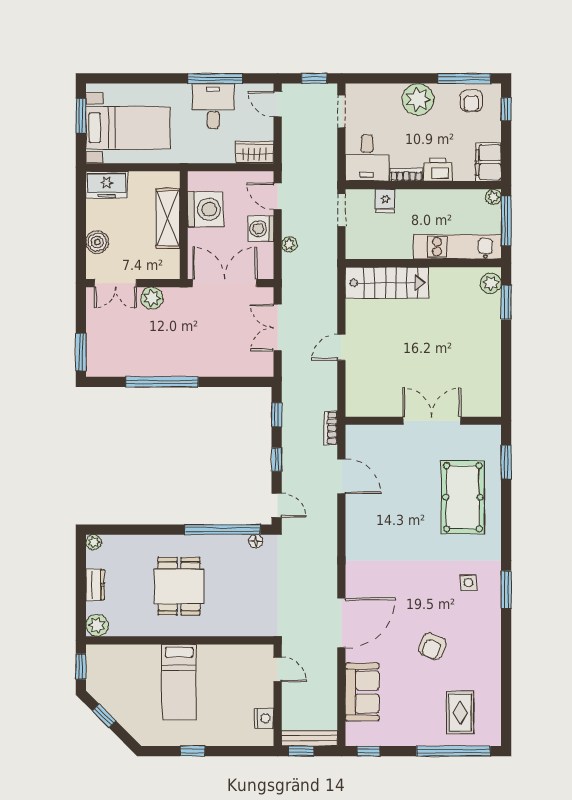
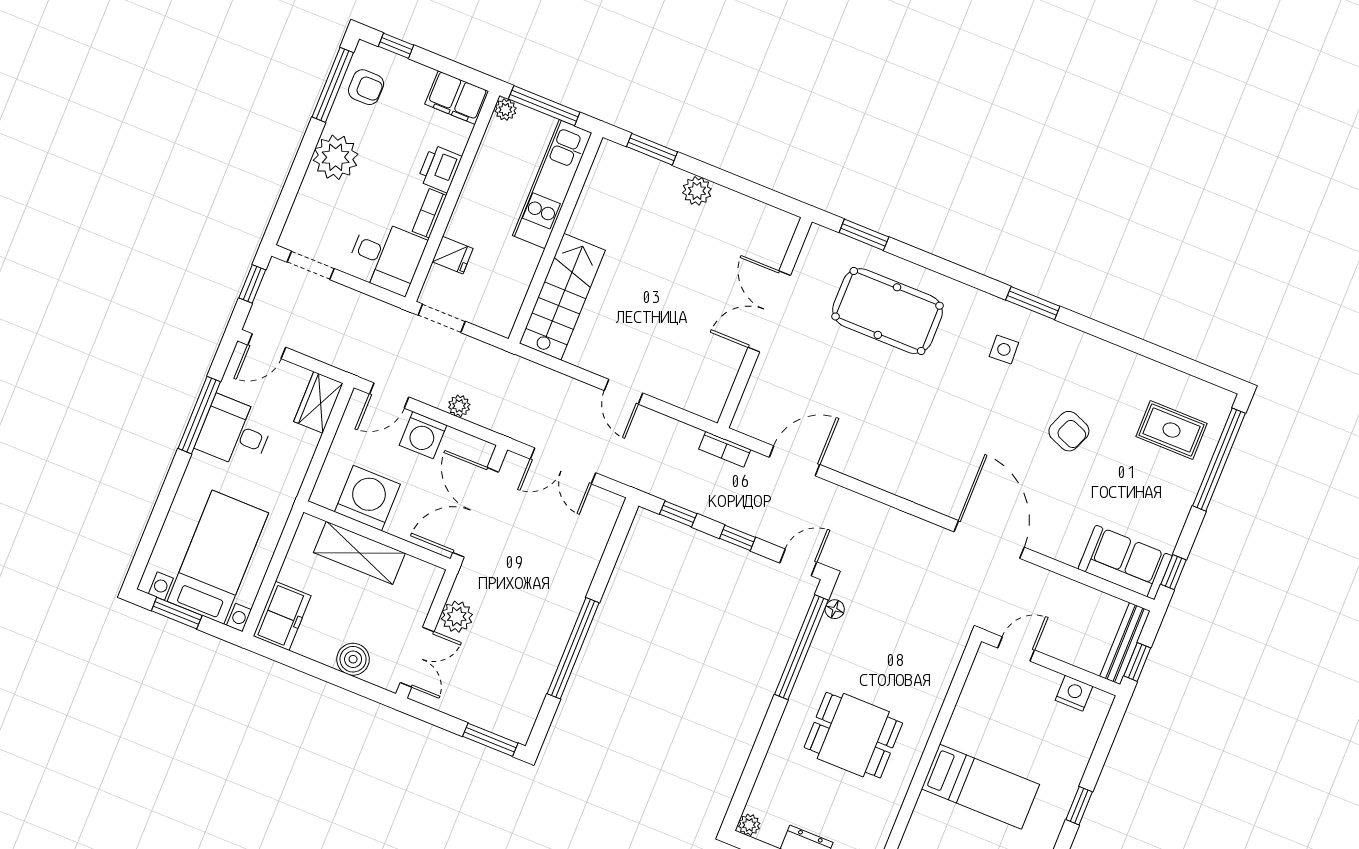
plant: (491, 283) -> (697, 191), moved
sofa: (362, 692) -> (1125, 562), moved

